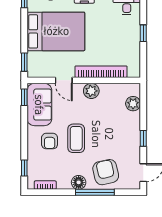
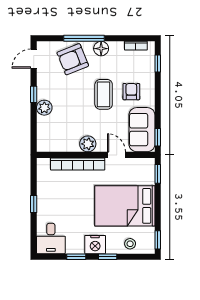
plant: (133, 104) -> (44, 108), moved
armchair: (106, 172) -> (73, 59), turned 81

